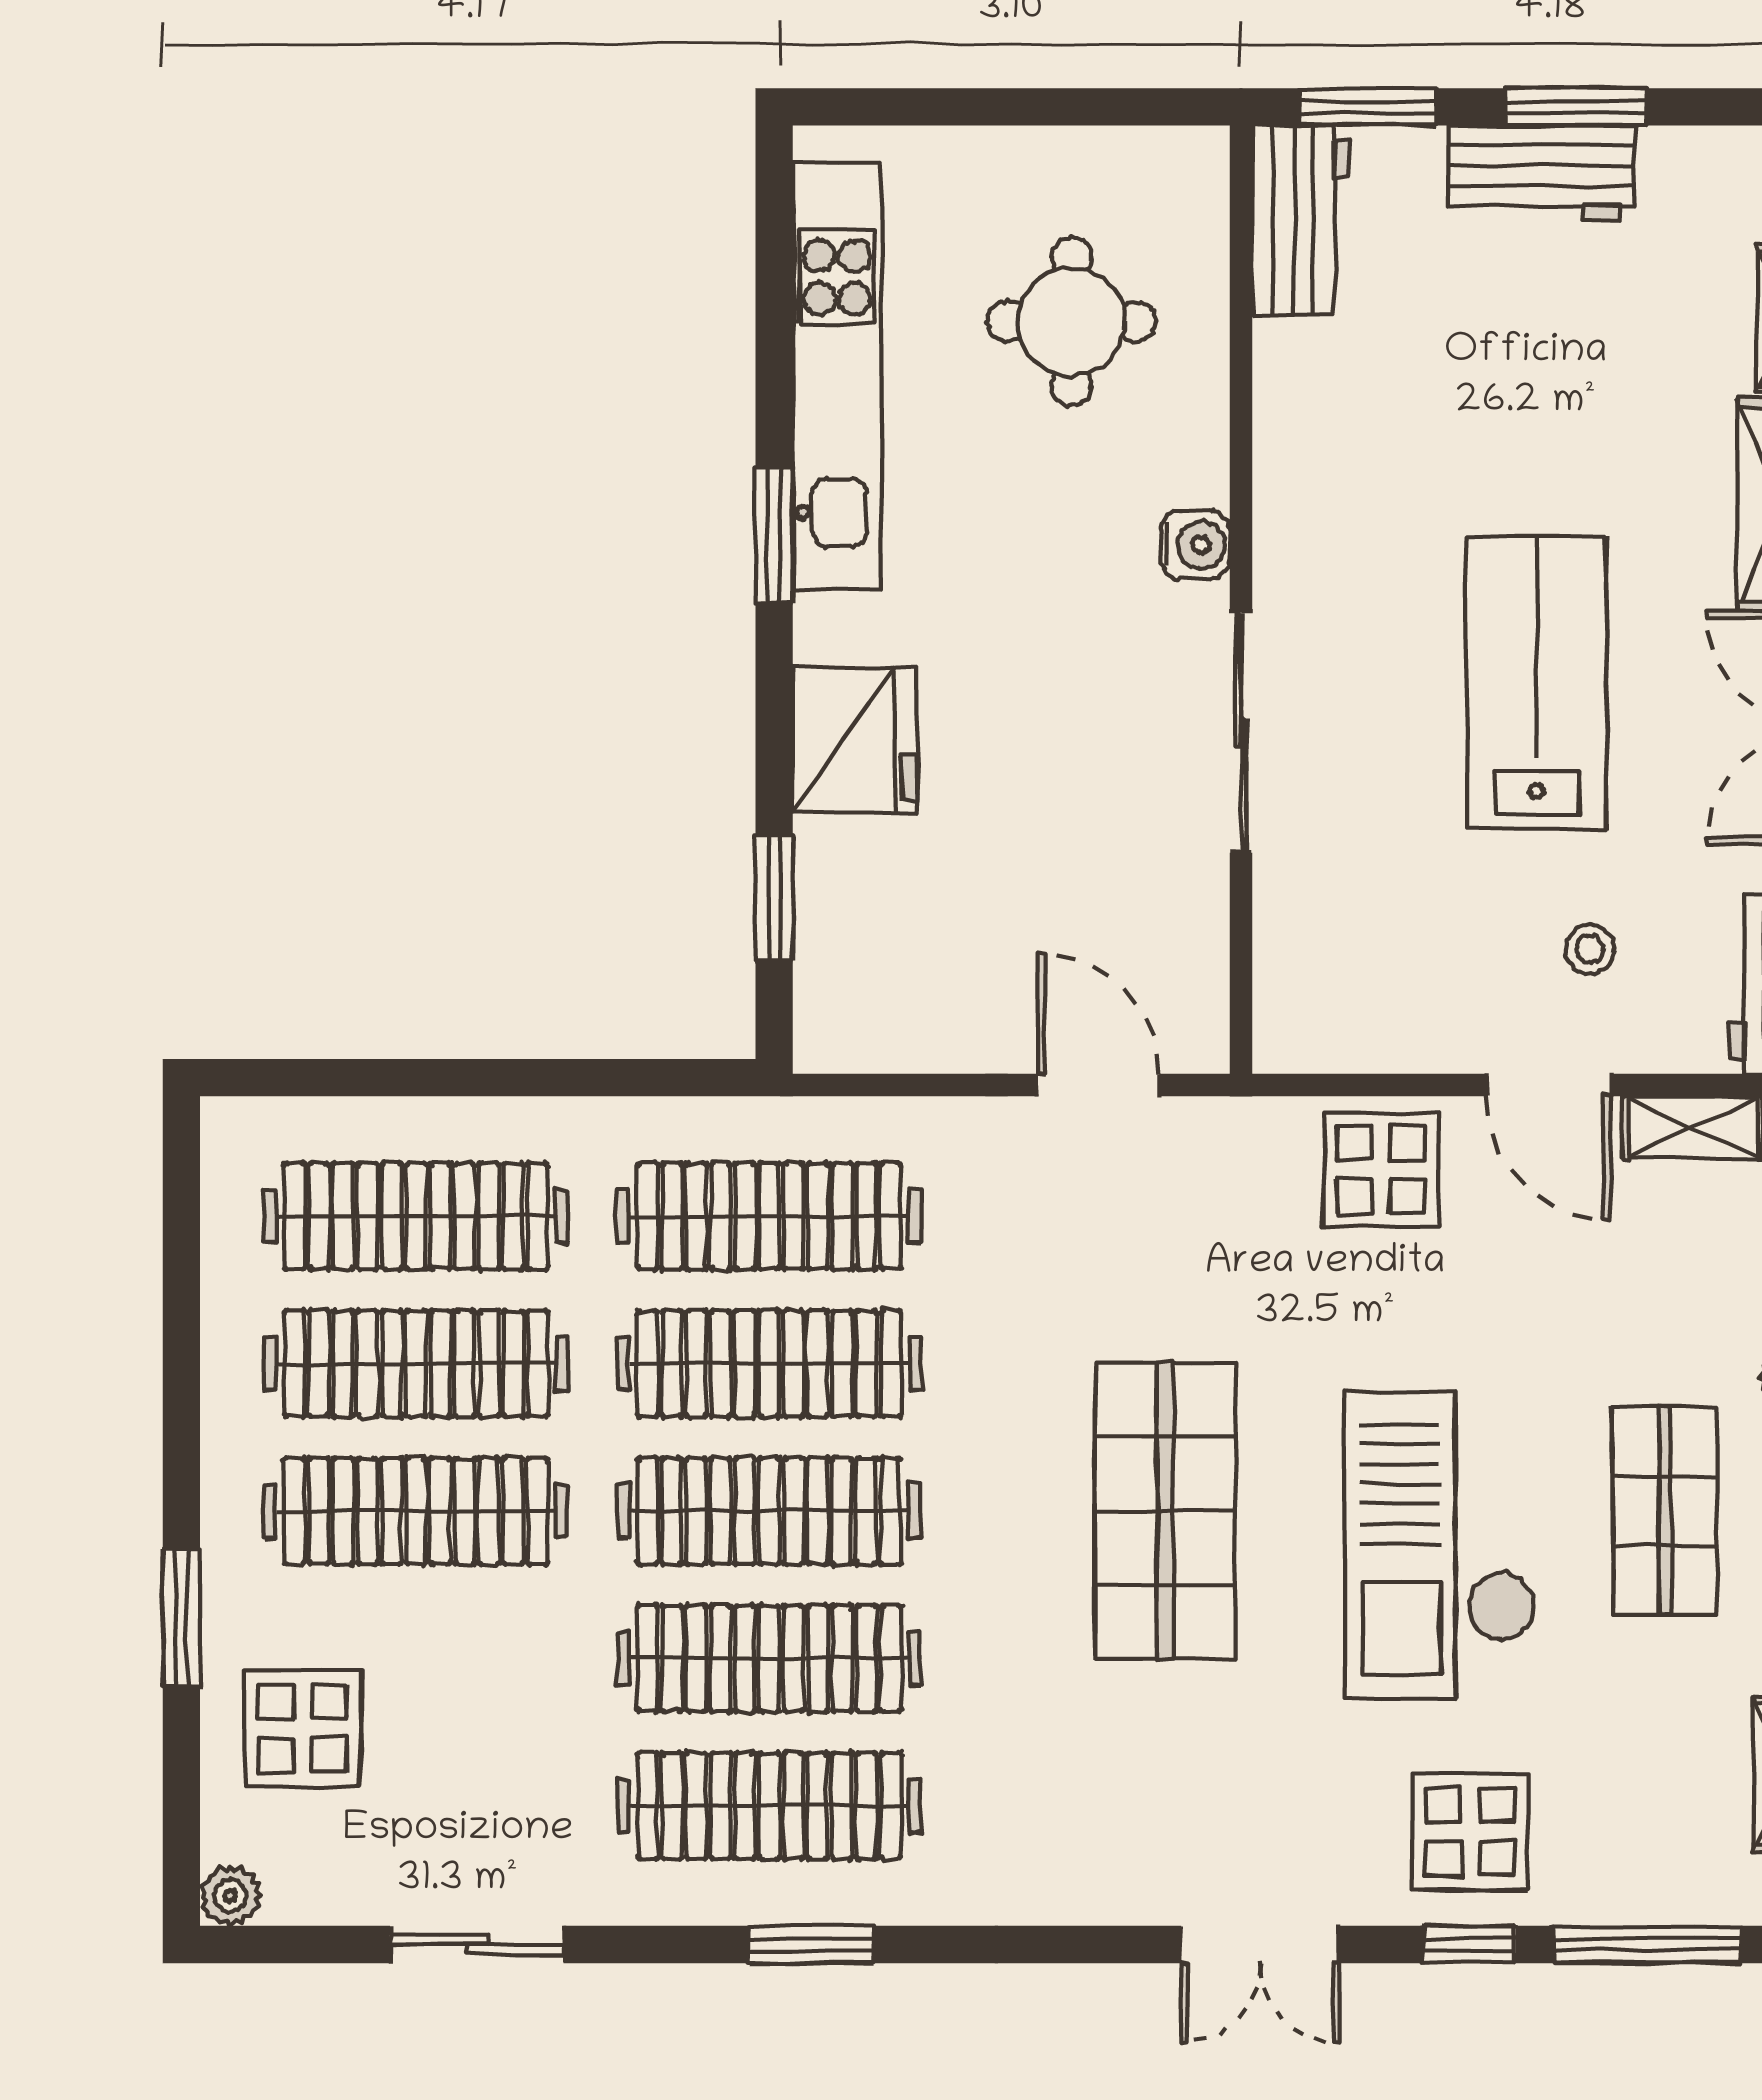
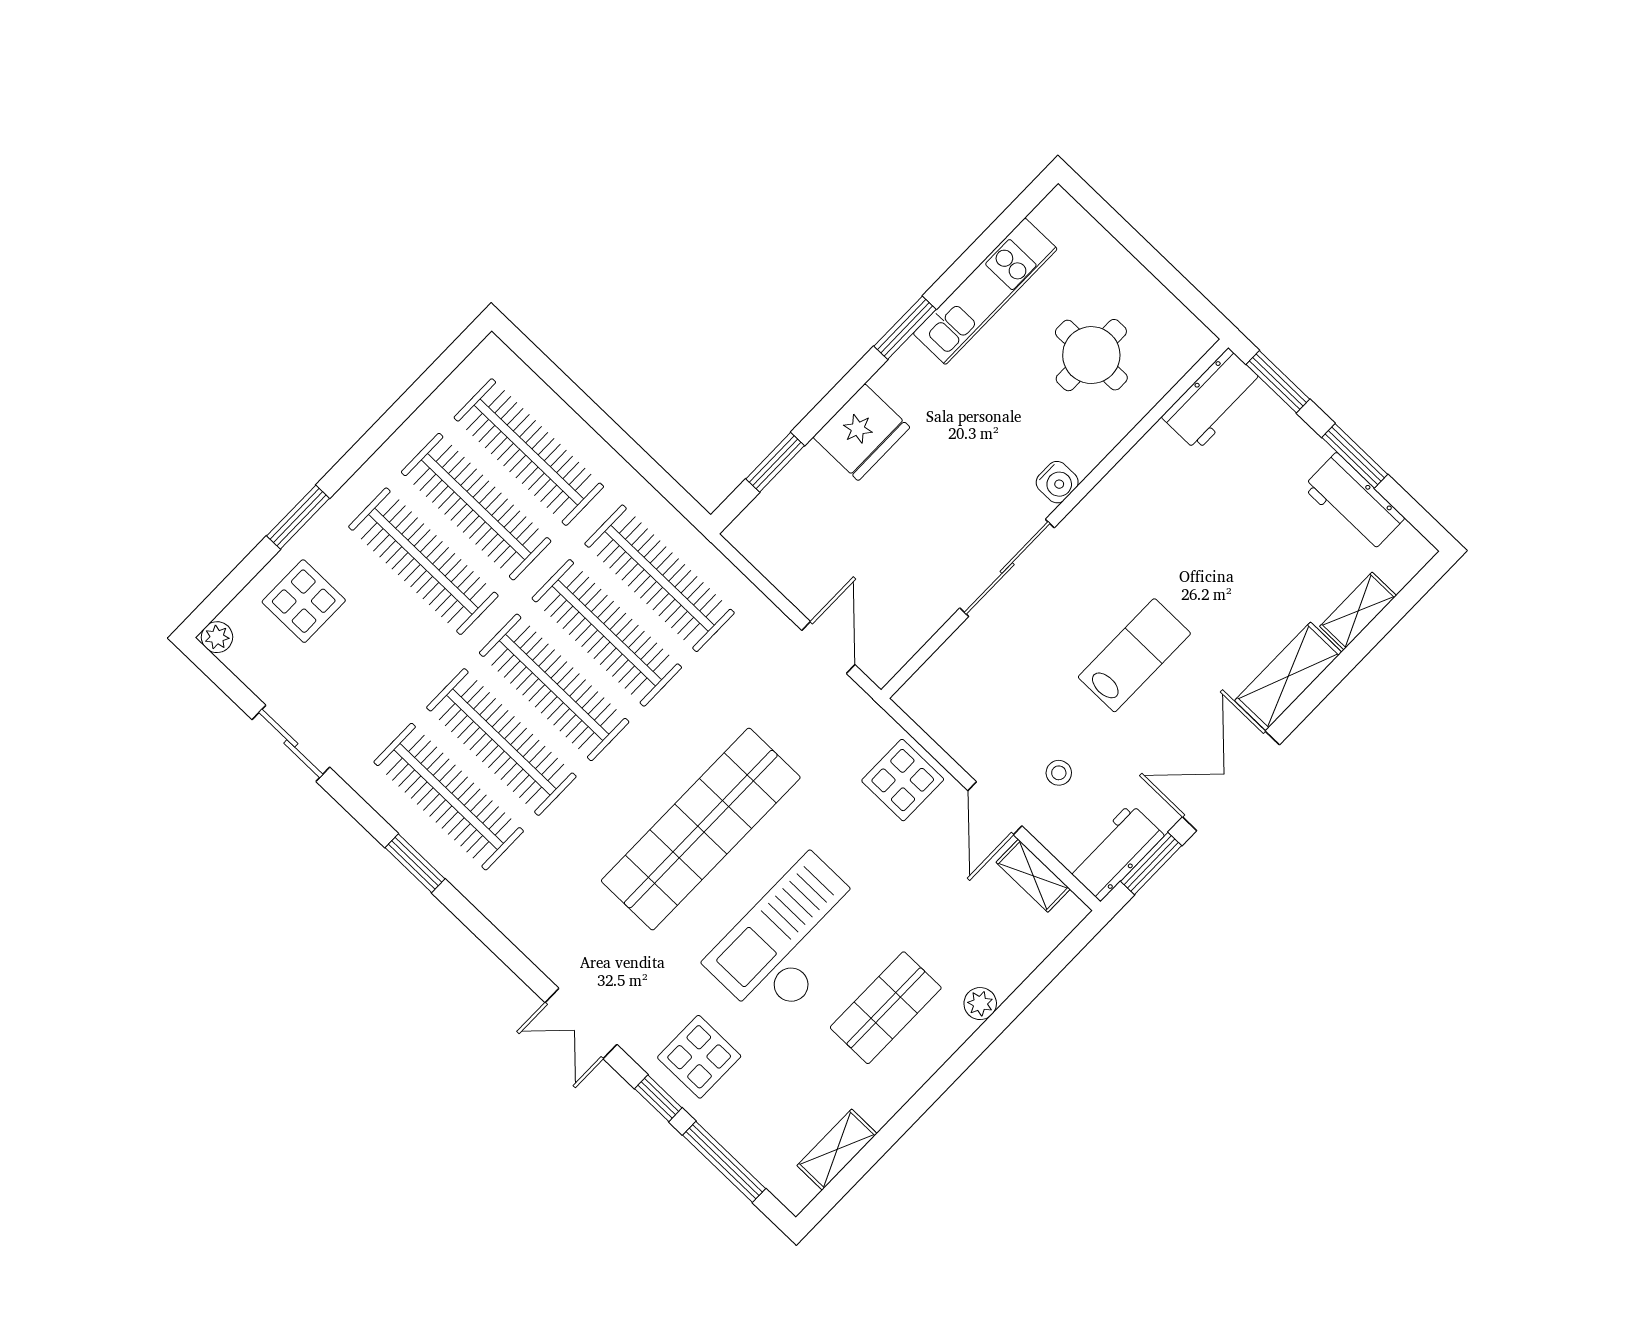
workbench: (1541, 173) -> (1354, 503), moved
kitchen unit: (837, 376) -> (985, 291), width x0.73
lab bench: (1537, 683) -> (1134, 655), width x0.73, depth x0.72
shop shelf: (1165, 1511) -> (701, 829), width x1.40

